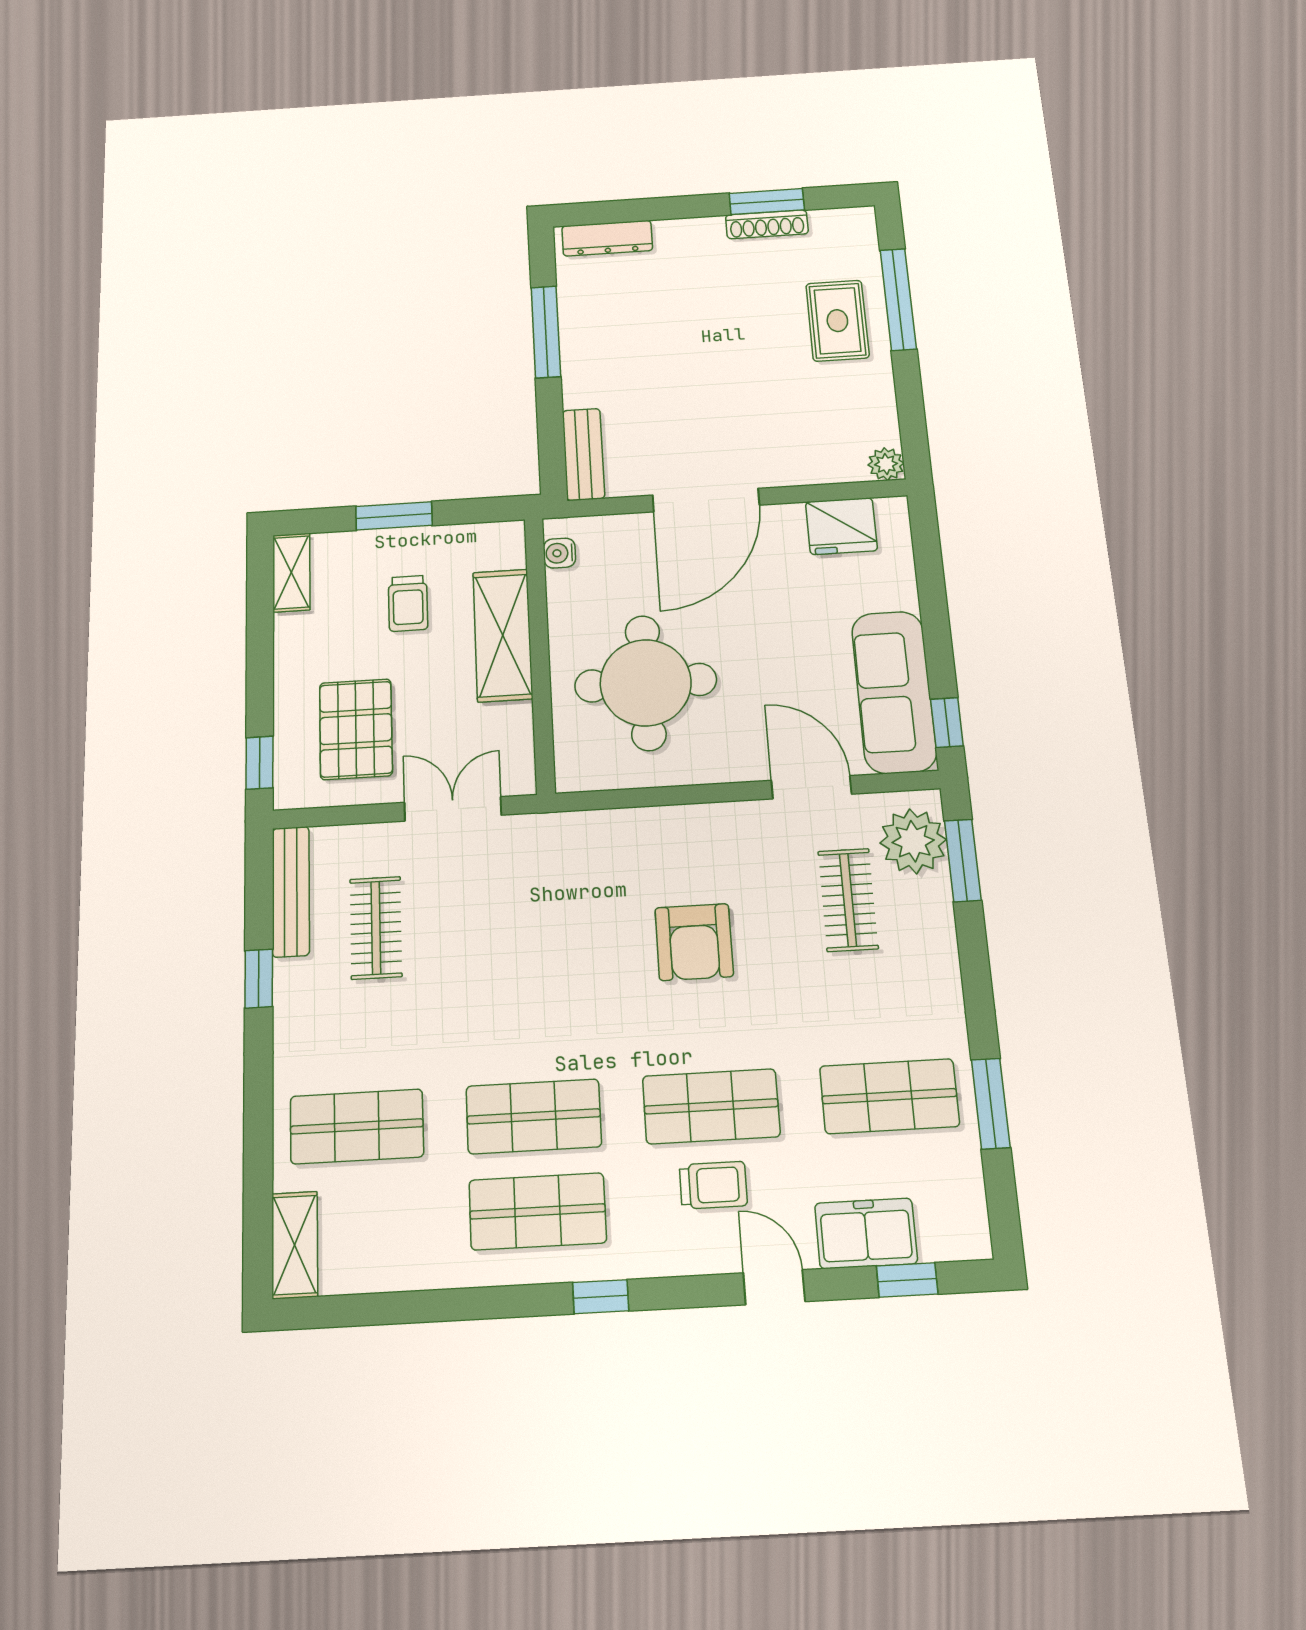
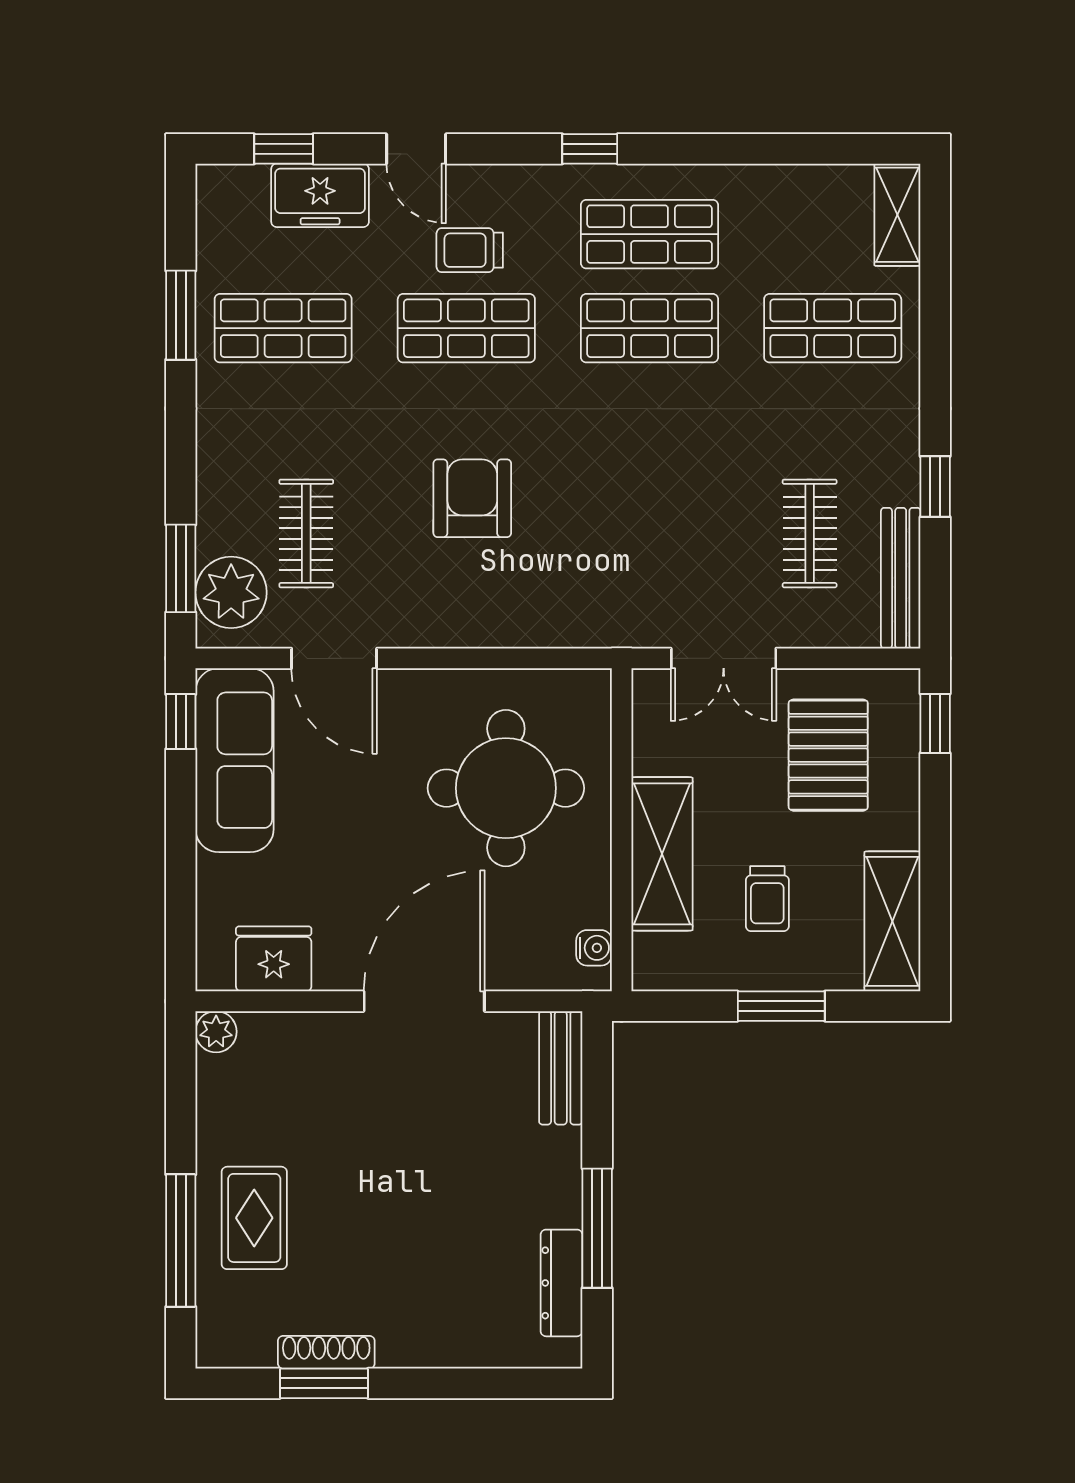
dresser: (607, 238) -> (562, 1283), moved, turned -90
shelving: (291, 572) -> (892, 921), width x1.50, depth x1.33
trolley: (408, 603) -> (767, 899), turned 180

